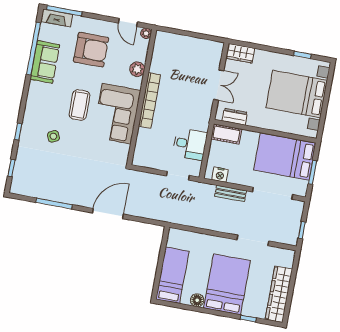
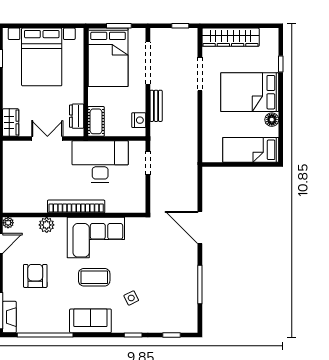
armchair: (91, 50) -> (35, 276), width x0.73, depth x0.73
sofa: (45, 62) -> (90, 321), moved
desk: (190, 144) -> (100, 162), width x1.87, depth x1.30
wardrobe: (279, 294) -> (231, 37), moved

